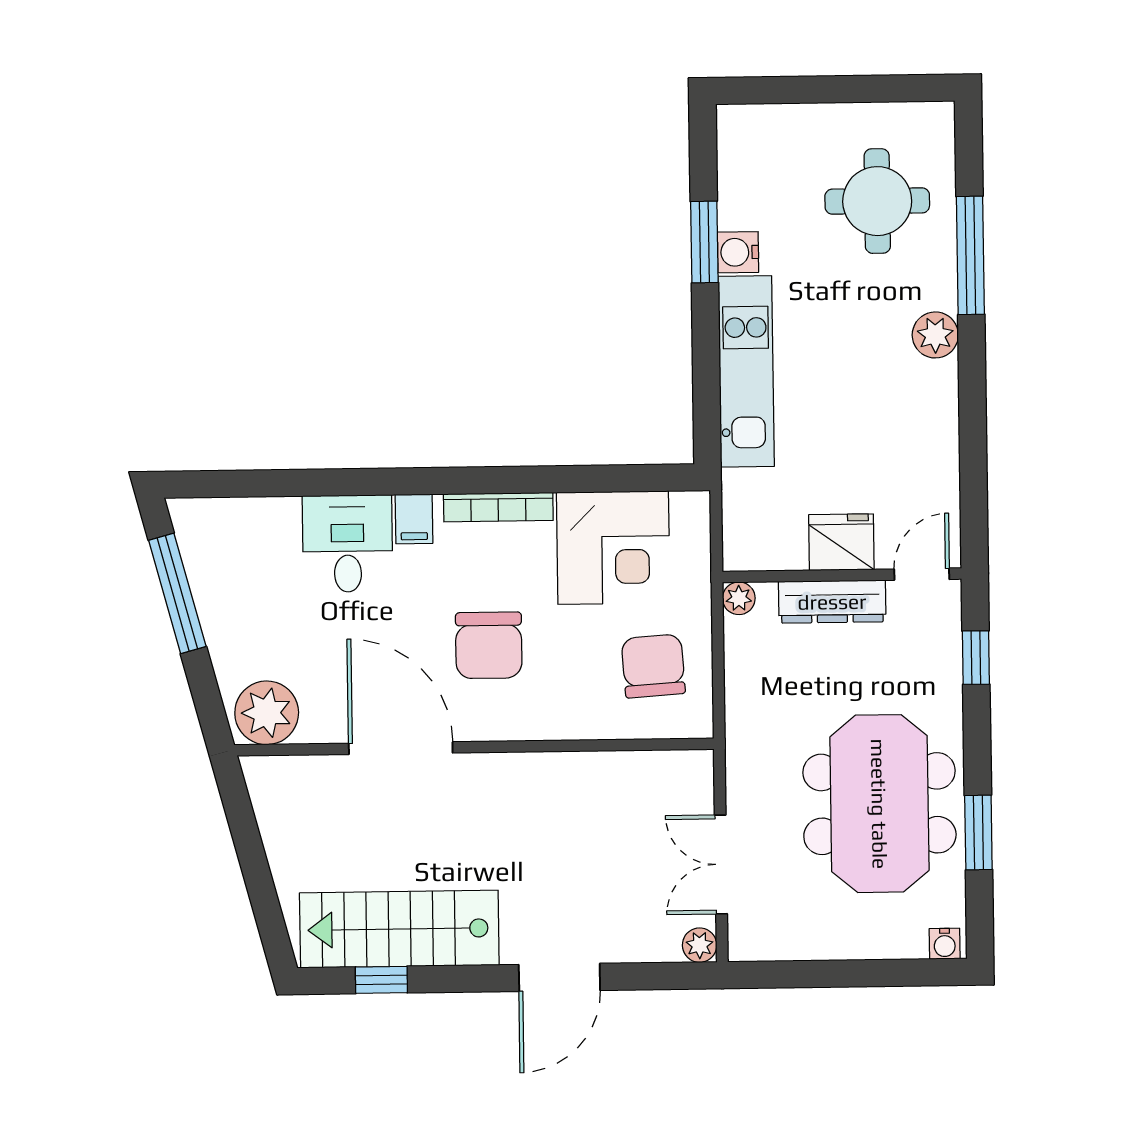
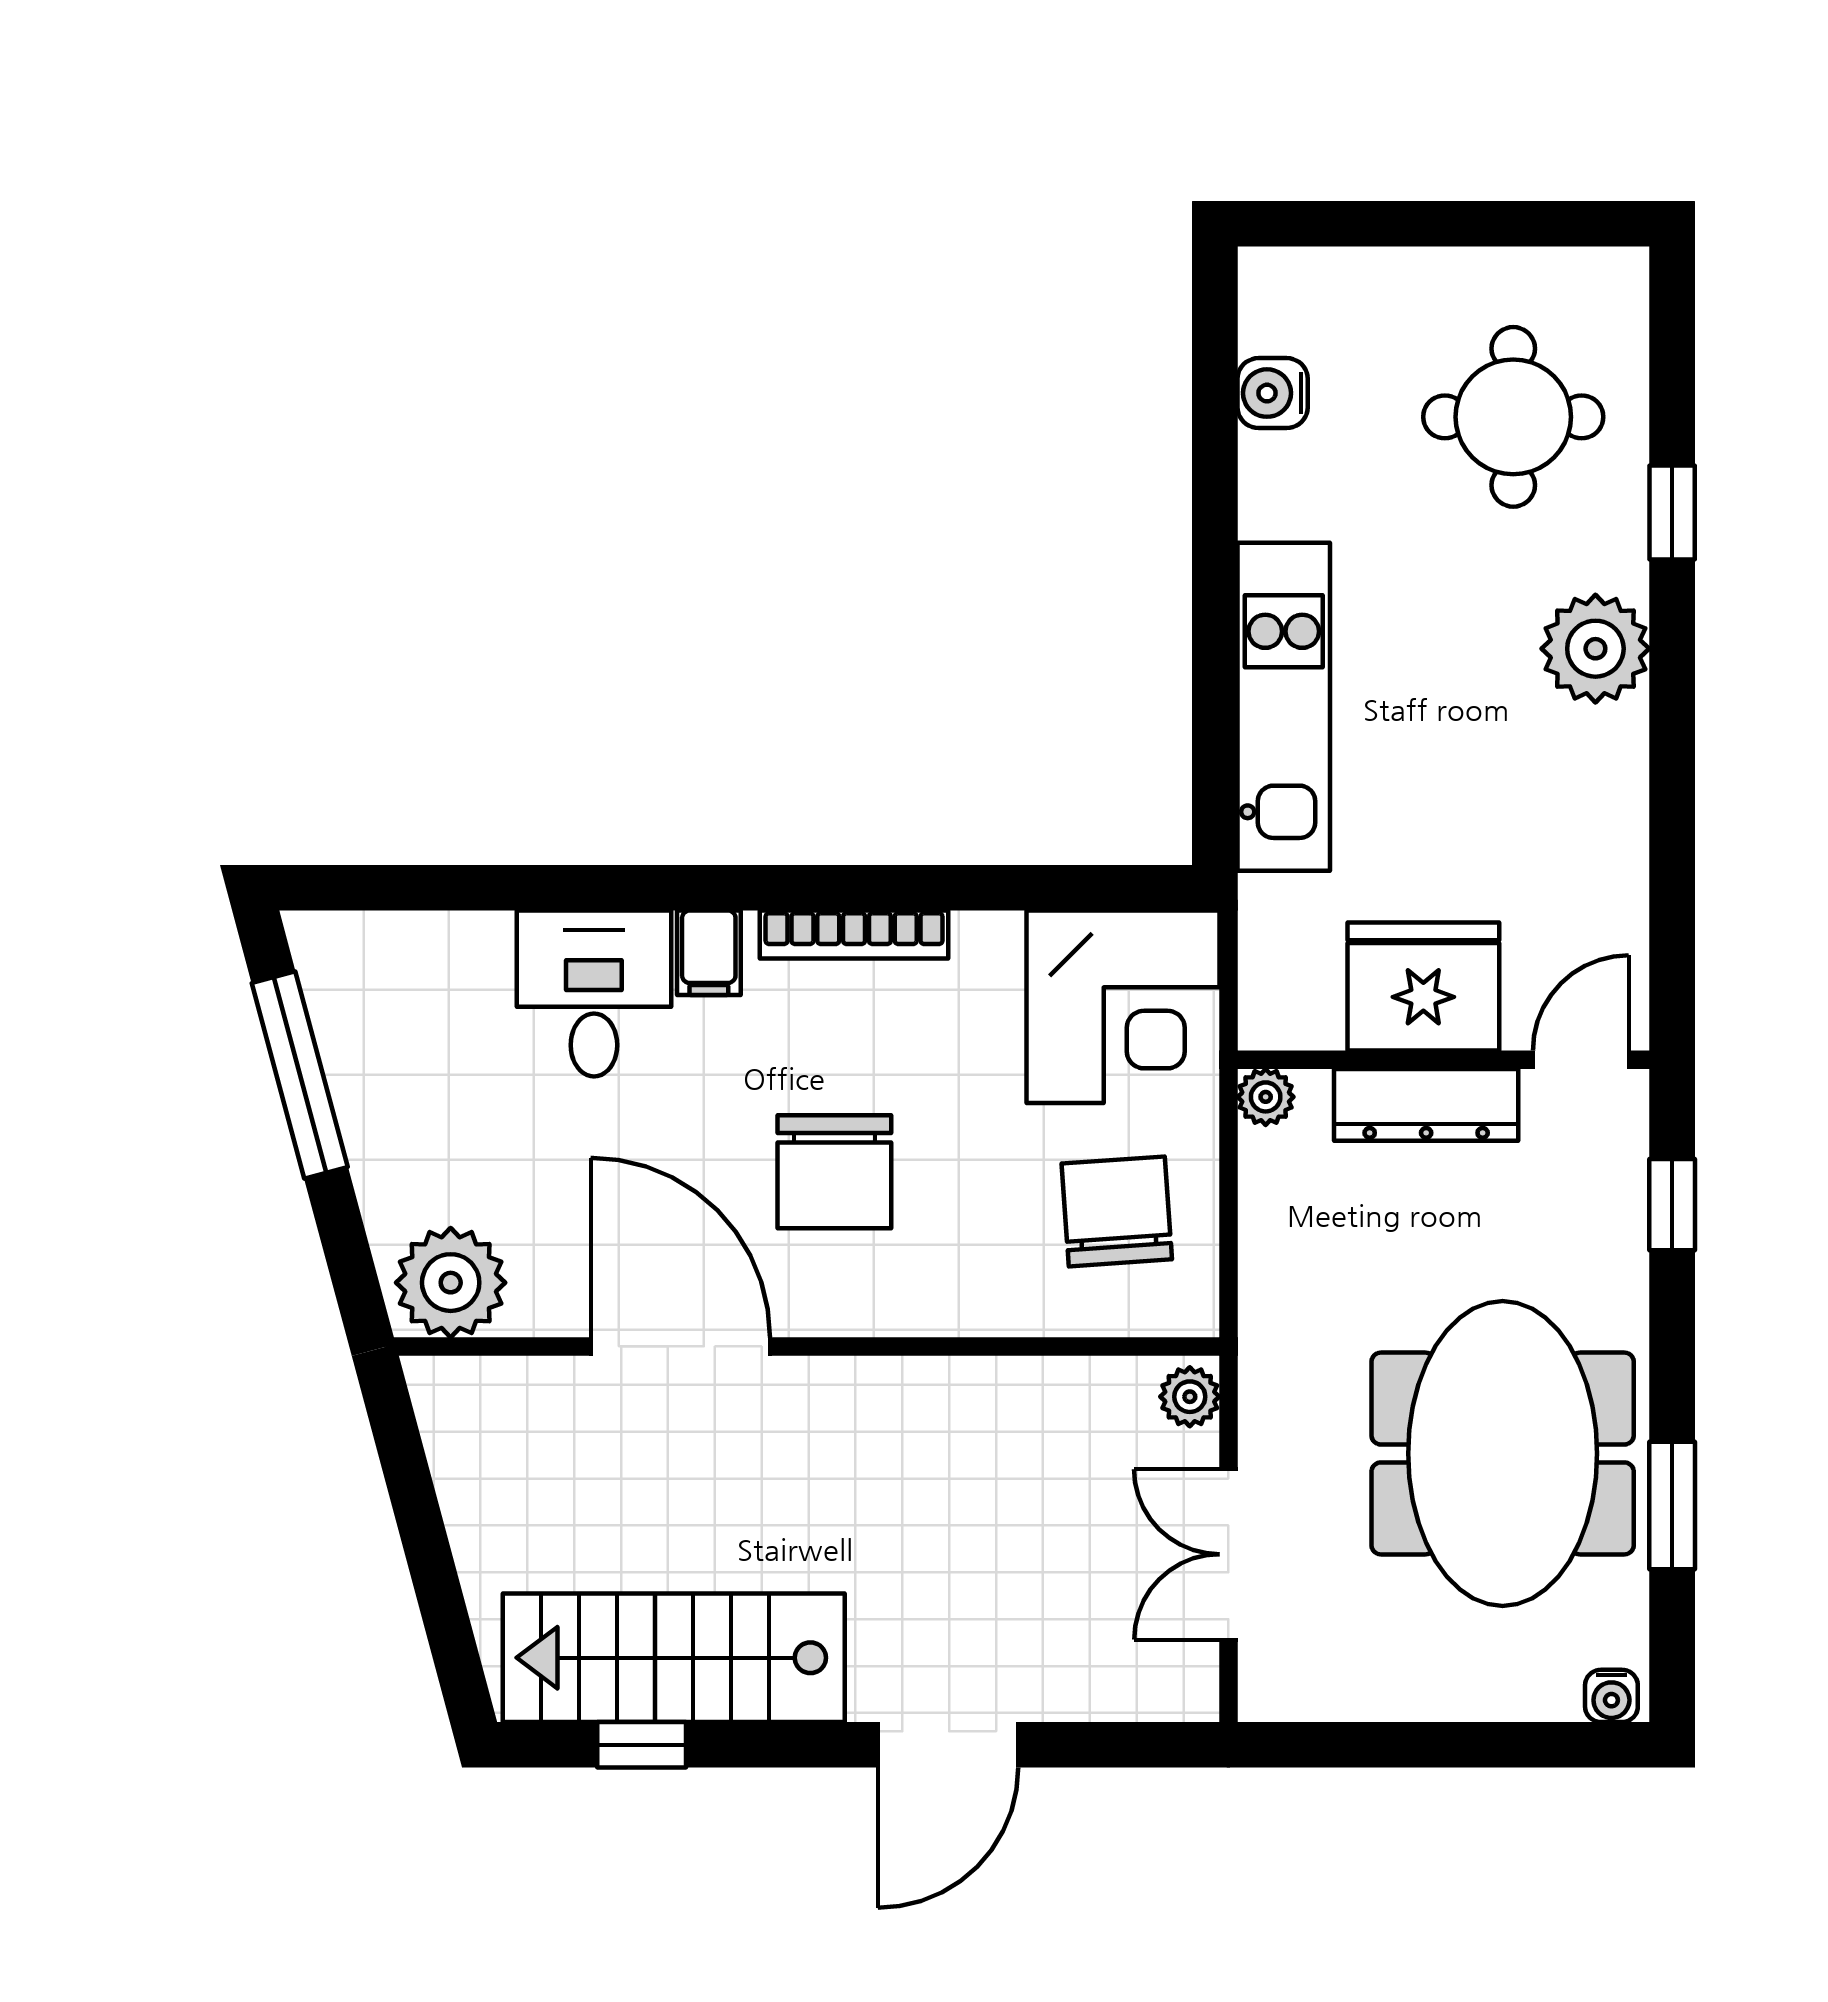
window: (704, 242) -> (1215, 483), removed
water cooler: (738, 252) -> (1273, 393), moved
window: (970, 255) -> (1672, 513), width x0.46
plant: (935, 335) -> (1595, 649), width x1.36, depth x1.36
fridge: (841, 542) -> (1423, 987), width x1.36, depth x1.34
corner desk: (613, 548) -> (1123, 1007), moved
plant: (700, 945) -> (1190, 1397), moved

